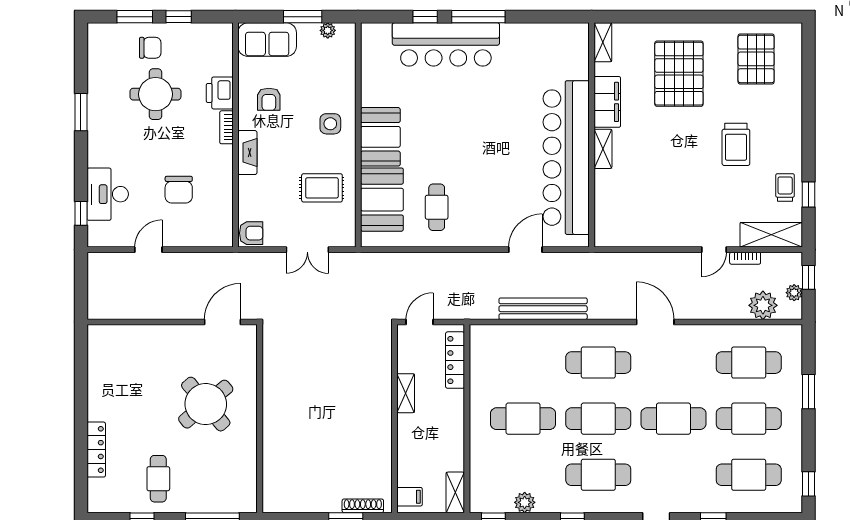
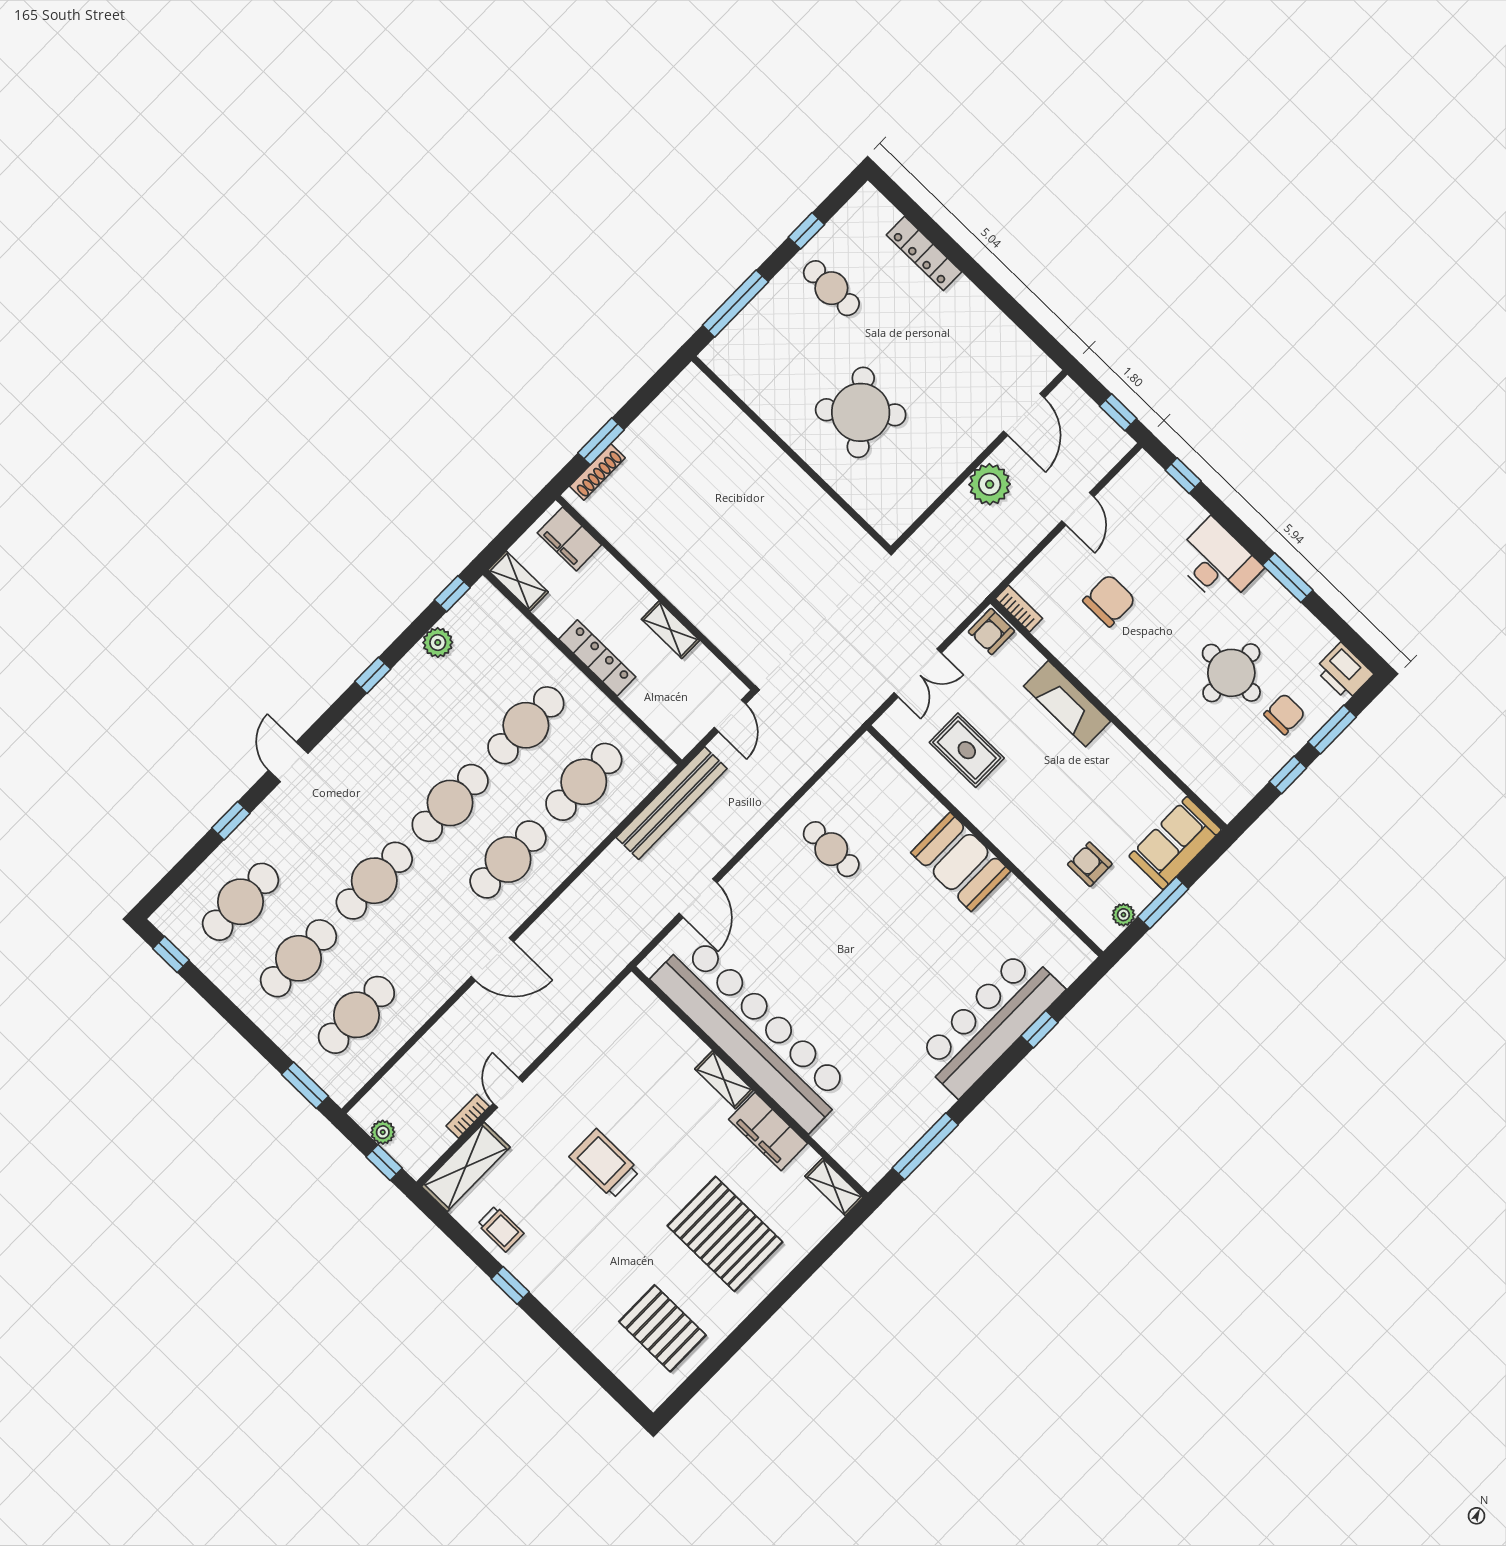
window: (478, 17) -> (925, 1146), moved
chair: (150, 48) -> (1285, 714), turned 180
printer: (220, 93) -> (1344, 672), moved, turned 180
armchair: (269, 99) -> (1090, 864), moved
side table: (330, 124) -> (1025, 823), removed
bookcase: (226, 127) -> (1019, 609), moved
trolley: (736, 144) -> (604, 1164), moved
fireplace: (247, 153) -> (1067, 704), width x1.37, depth x1.32
rug: (322, 188) -> (967, 750), turned 90
chair: (179, 190) -> (1109, 600), turned 90
desk: (108, 194) -> (1217, 563), moved
window: (809, 194) -> (510, 1285), moved
booth: (382, 200) -> (894, 800), removed
double door: (307, 250) -> (918, 673), swing flipped
window: (81, 276) -> (1118, 412), added
plant: (763, 305) -> (990, 484), moved
bench: (543, 309) -> (672, 803), moved
door: (223, 322) -> (1024, 414), moved
locker: (455, 360) -> (597, 658), moved
window: (809, 392) -> (305, 1085), moved
cafe table: (598, 475) -> (584, 782), moved
filing cabinet: (409, 497) -> (569, 539), width x2.00

